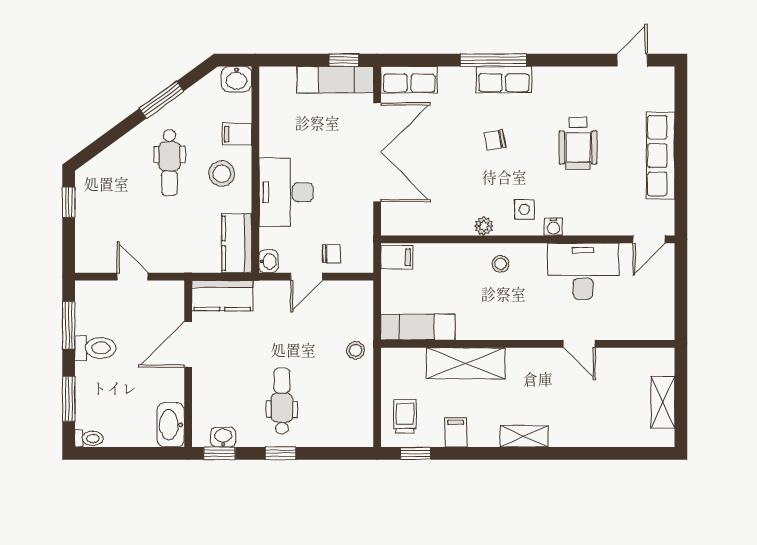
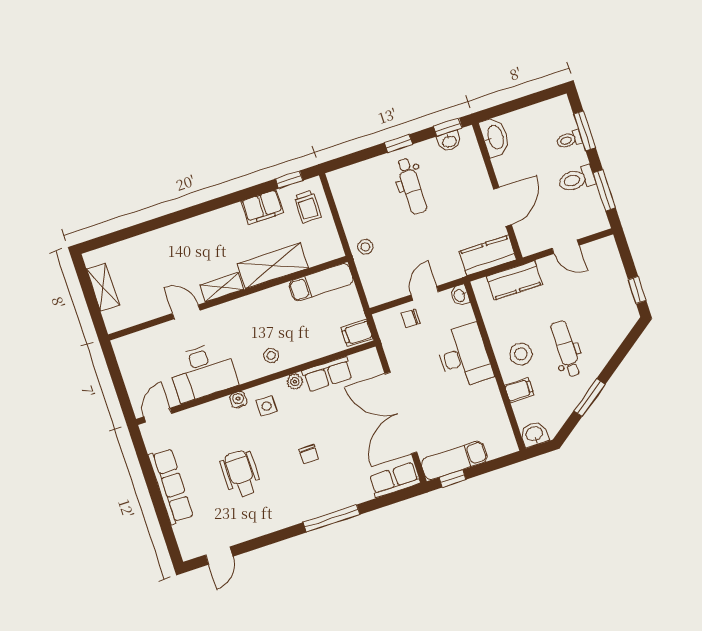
row of seats: (504, 80) -> (327, 374), moved, turned 180
chair: (495, 140) -> (309, 454), turned 100
kitchen counter: (237, 243) -> (515, 280), moved, turned 90
filing cabinet: (456, 433) -> (262, 207), width x2.00
shelving: (524, 436) -> (222, 287), moved
toilet: (89, 438) -> (569, 140), moved

